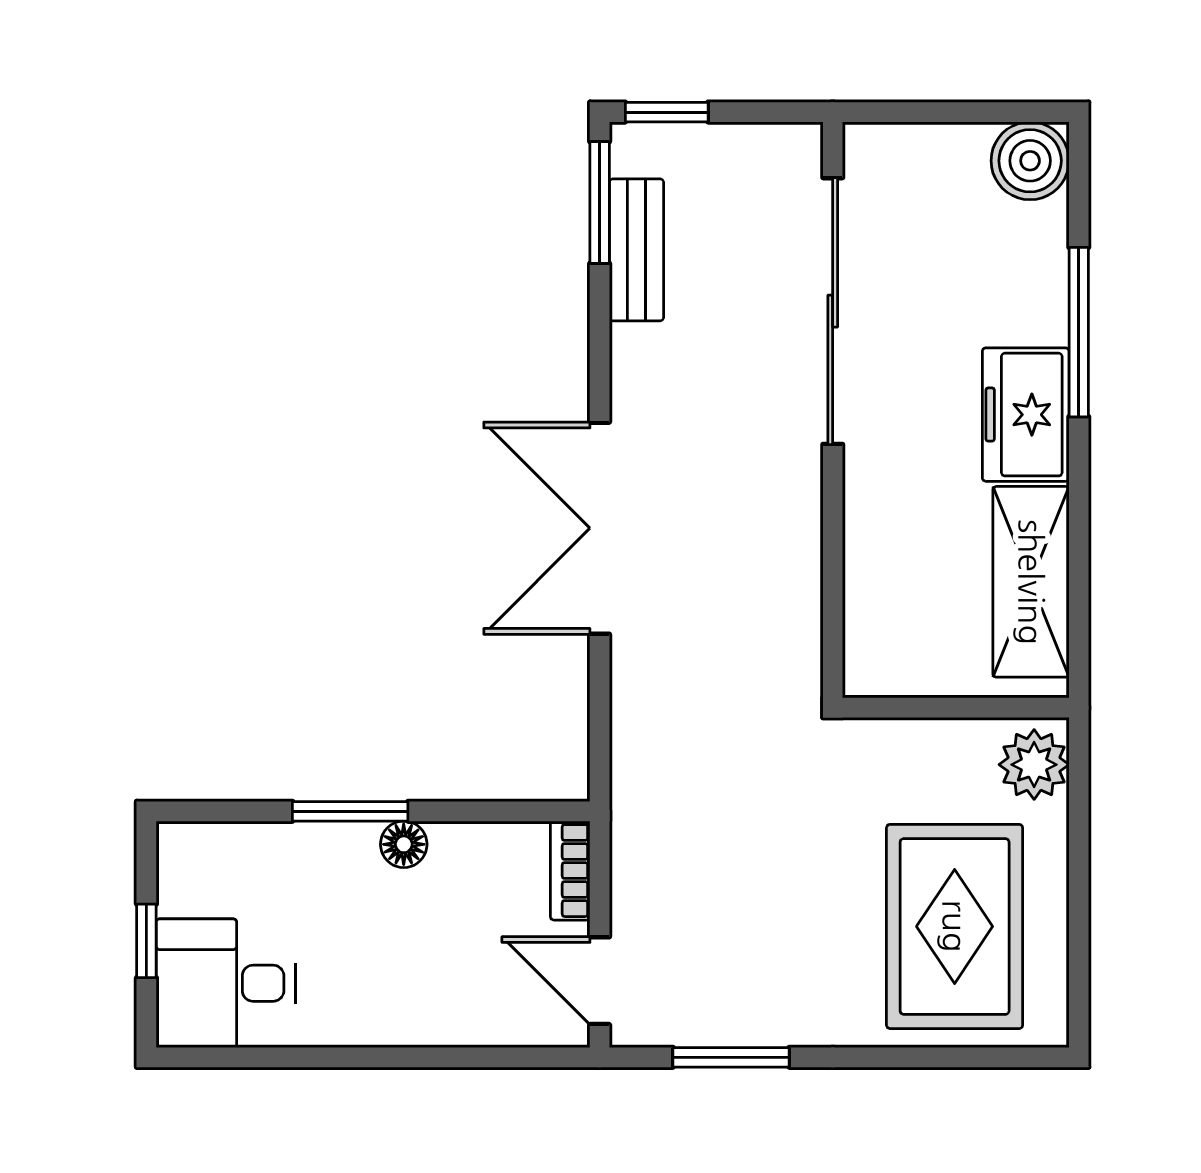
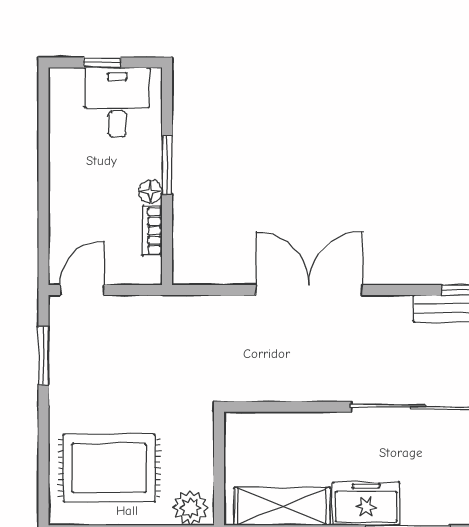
bookcase: (570, 871) -> (152, 231), moved, turned -90
desk: (226, 983) -> (117, 102), moved

